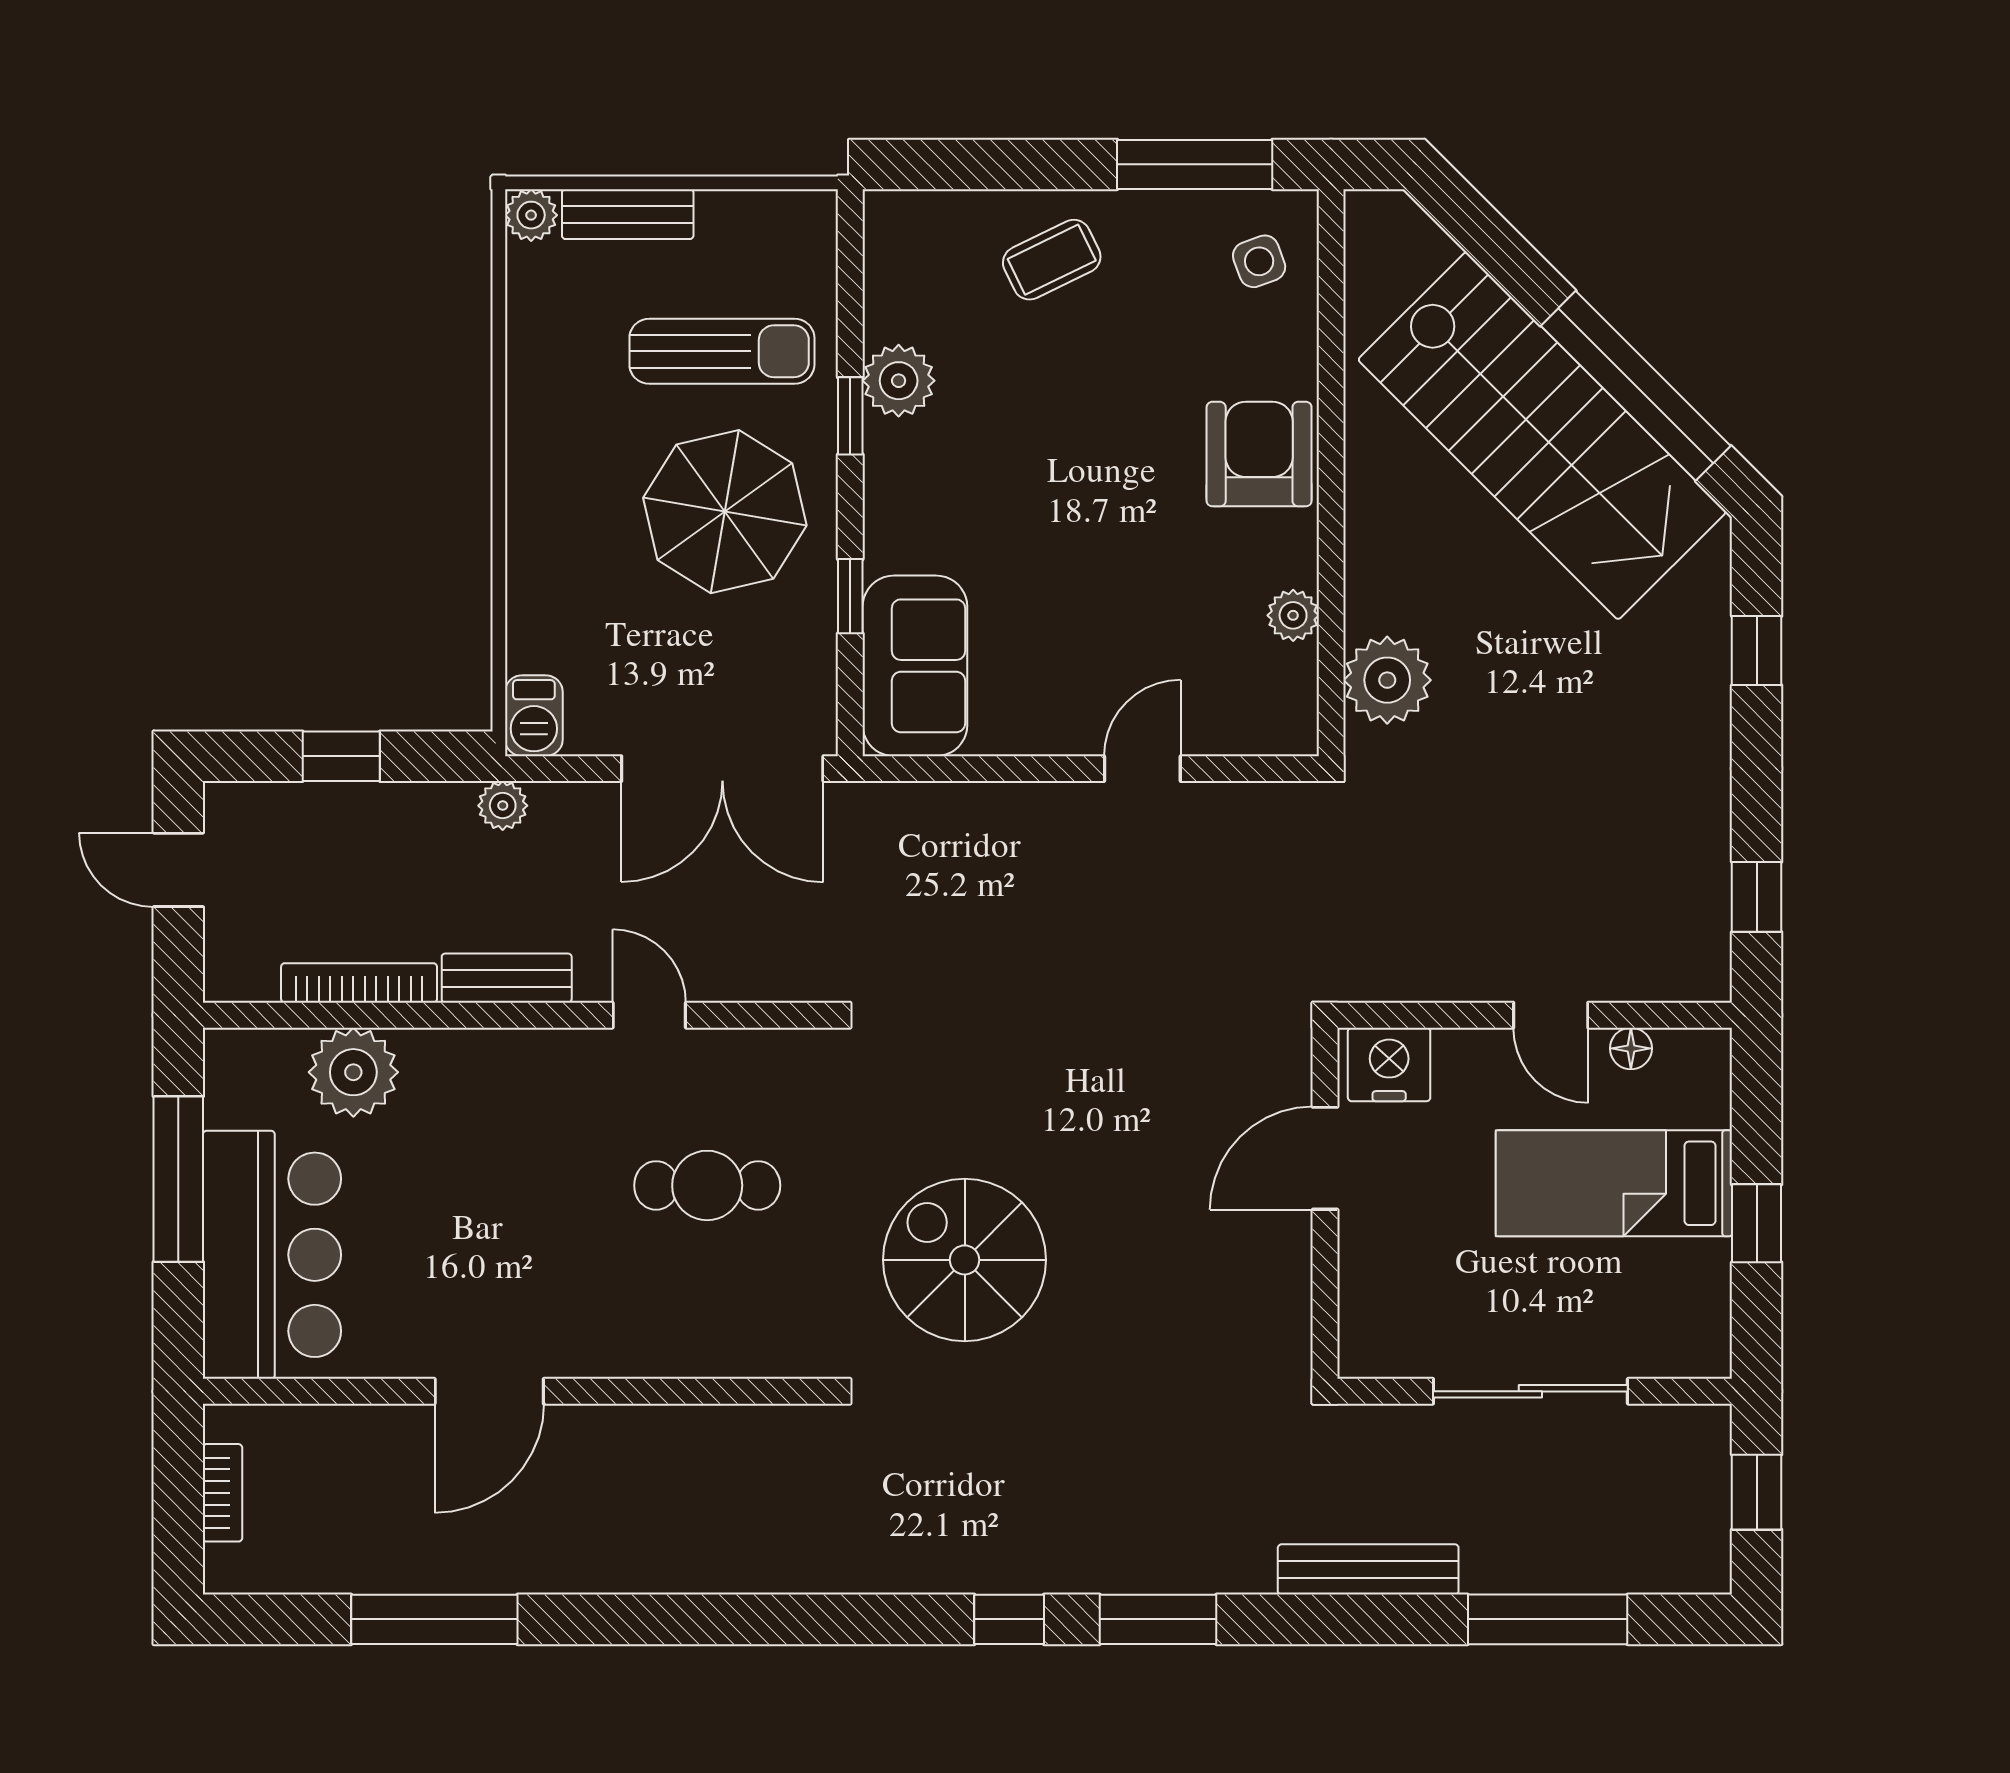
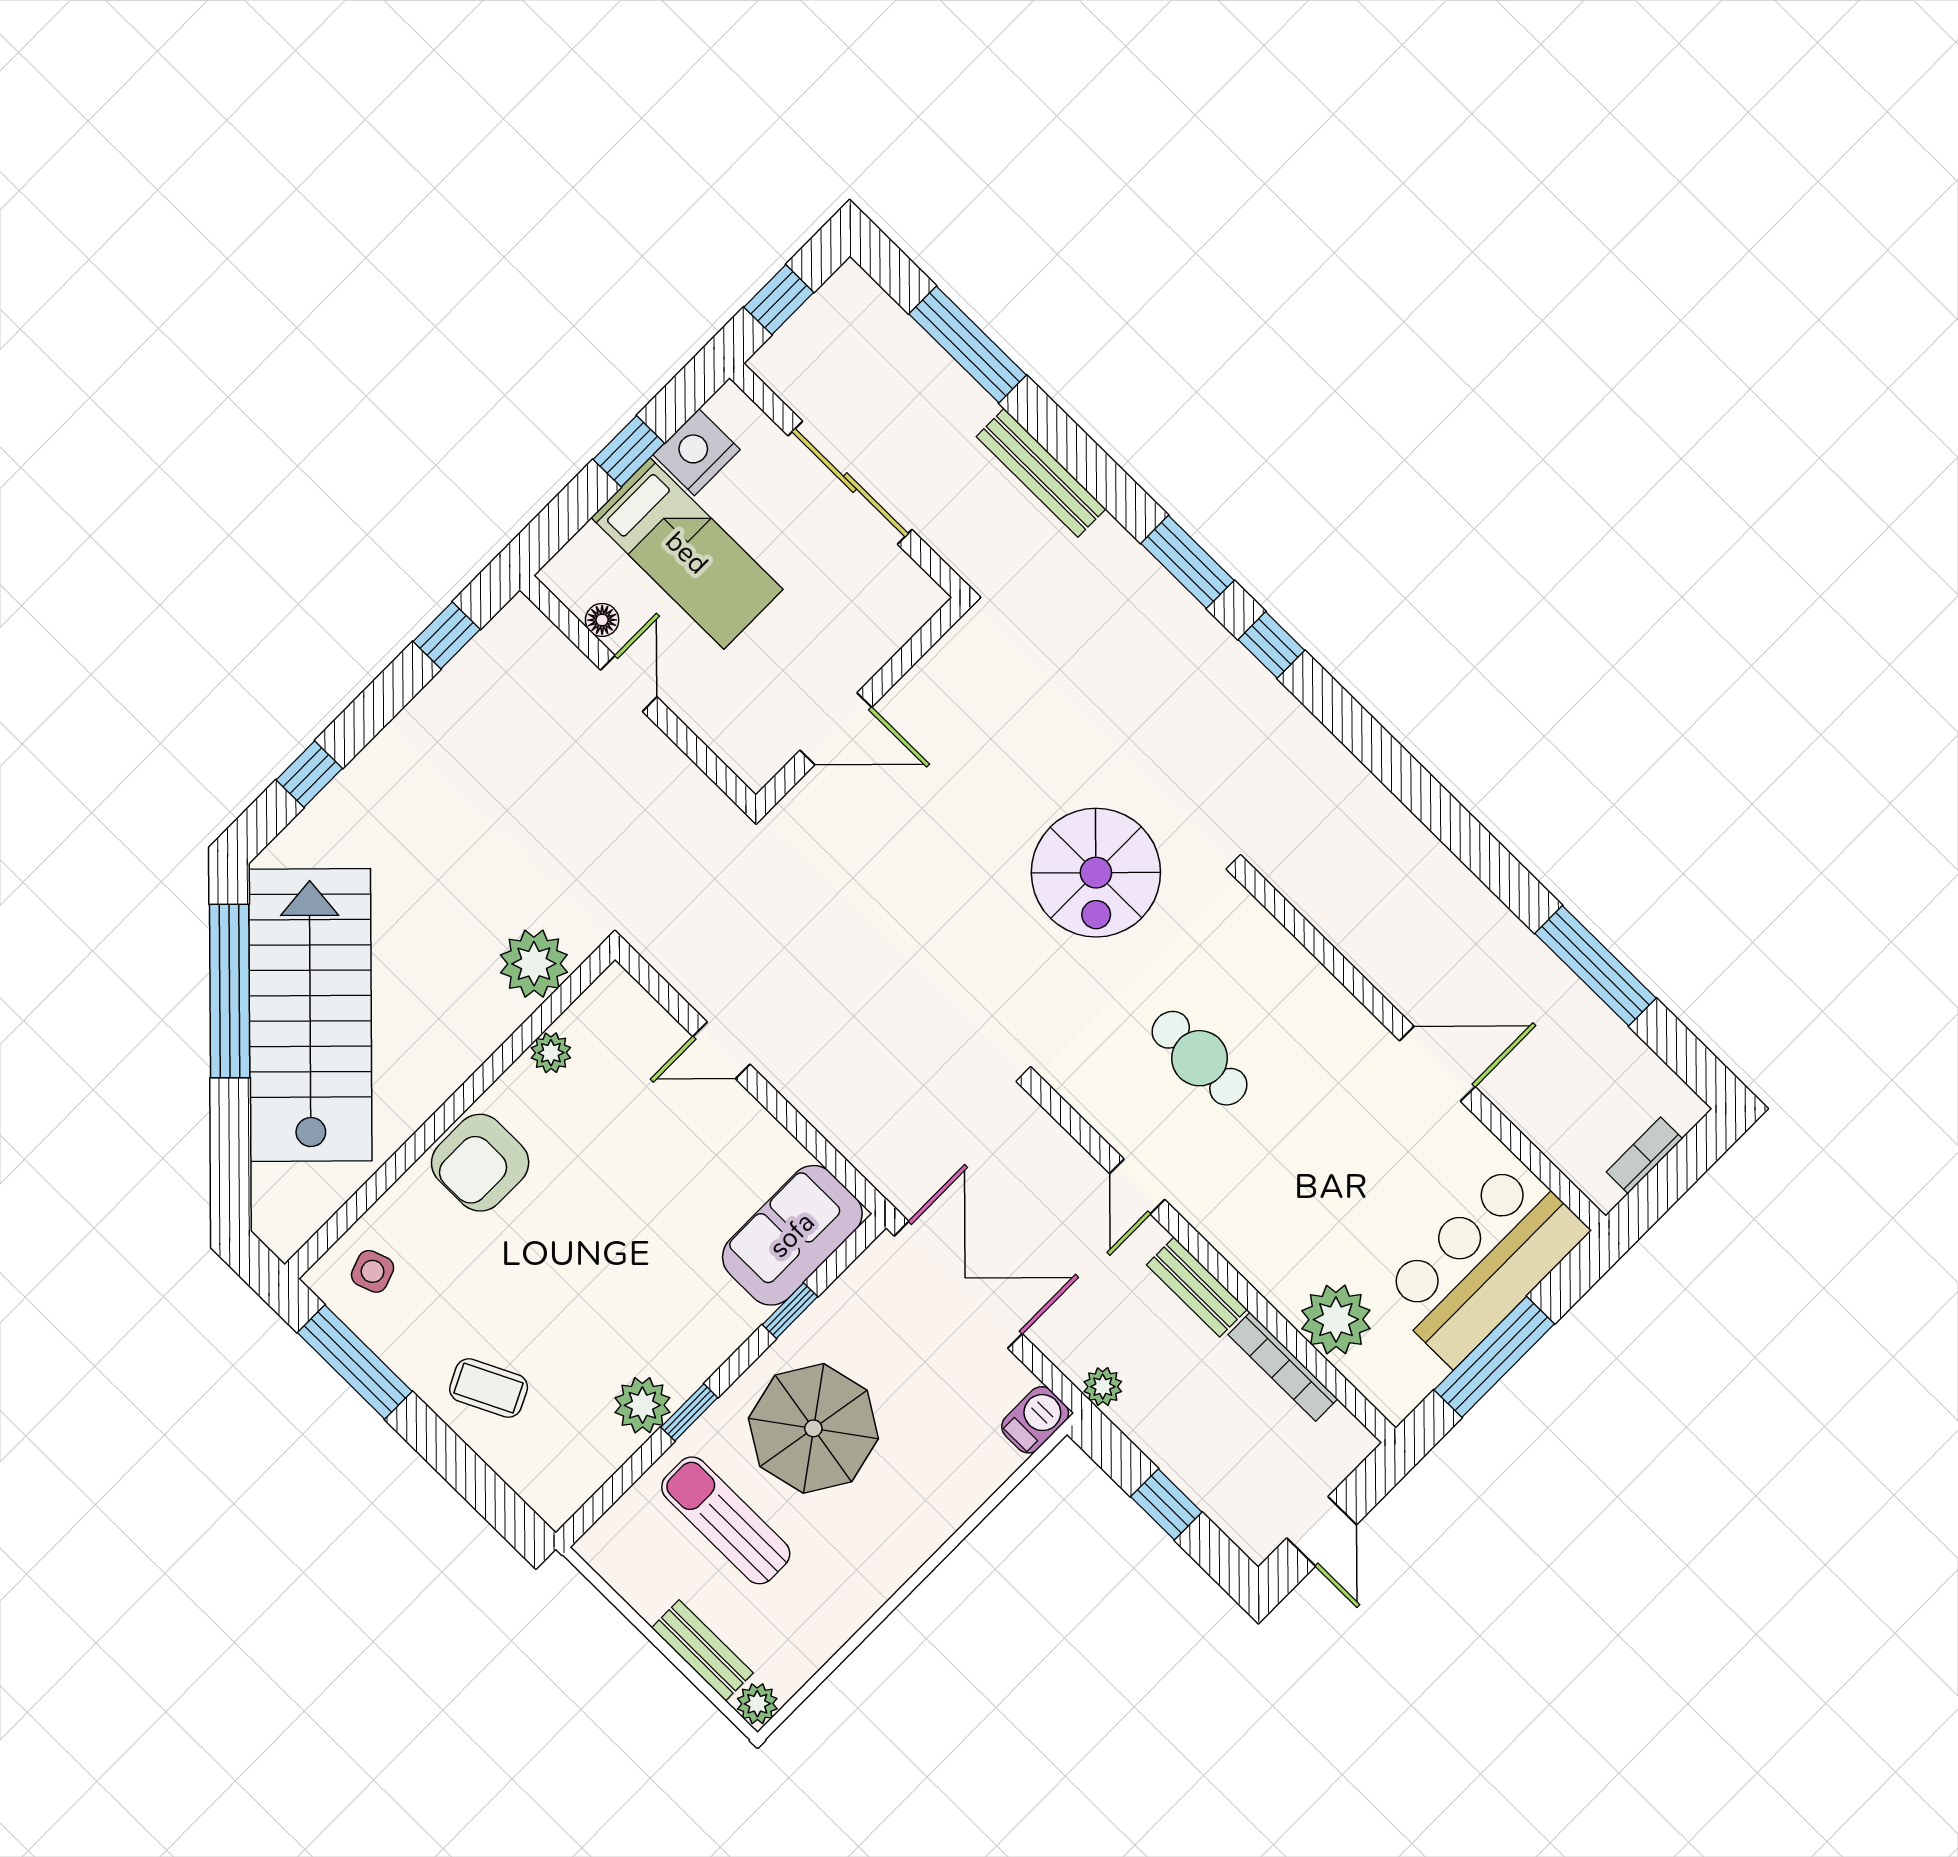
nightstand: (1389, 1064) -> (697, 452), moved, turned 90

